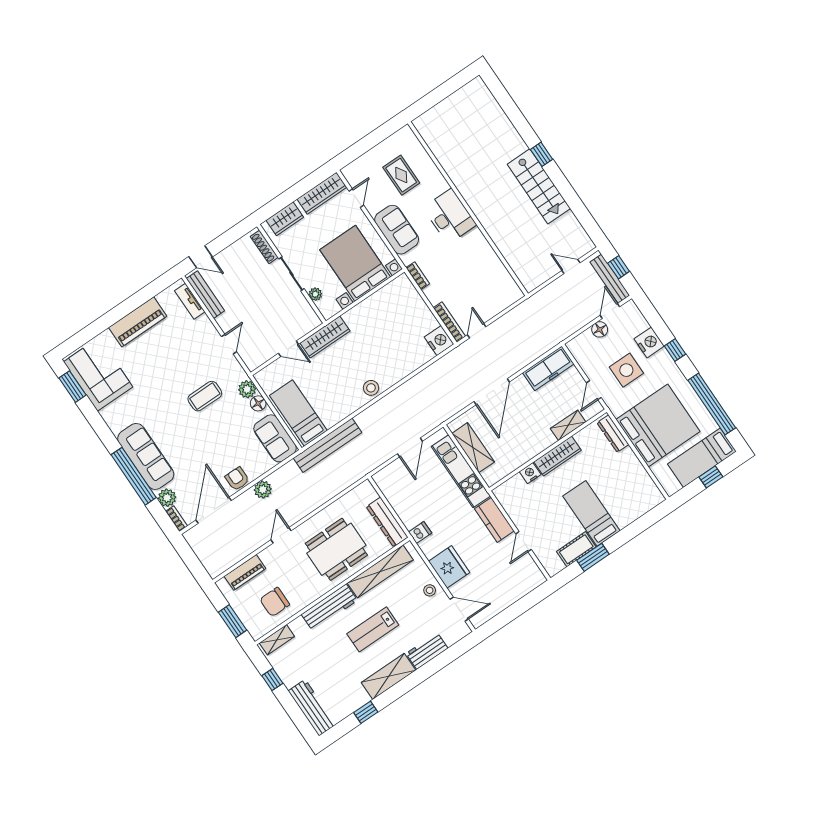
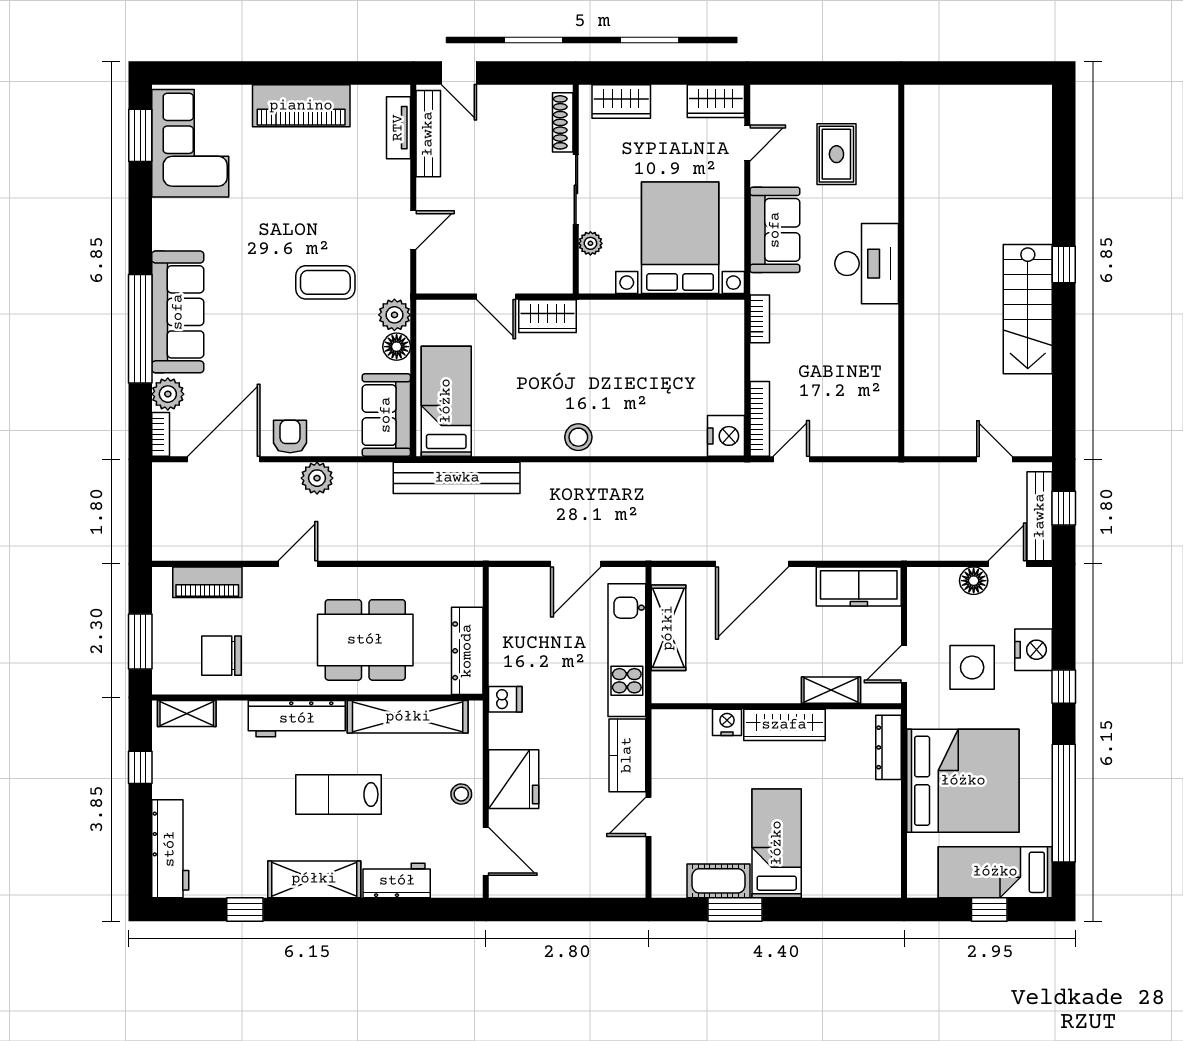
wardrobe: (322, 193) -> (716, 101), width x0.67
wardrobe: (325, 337) -> (547, 316), width x0.67

